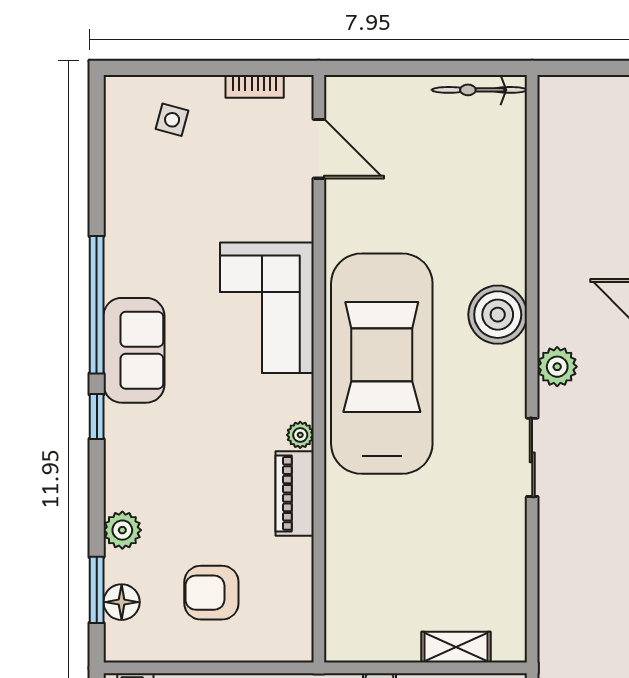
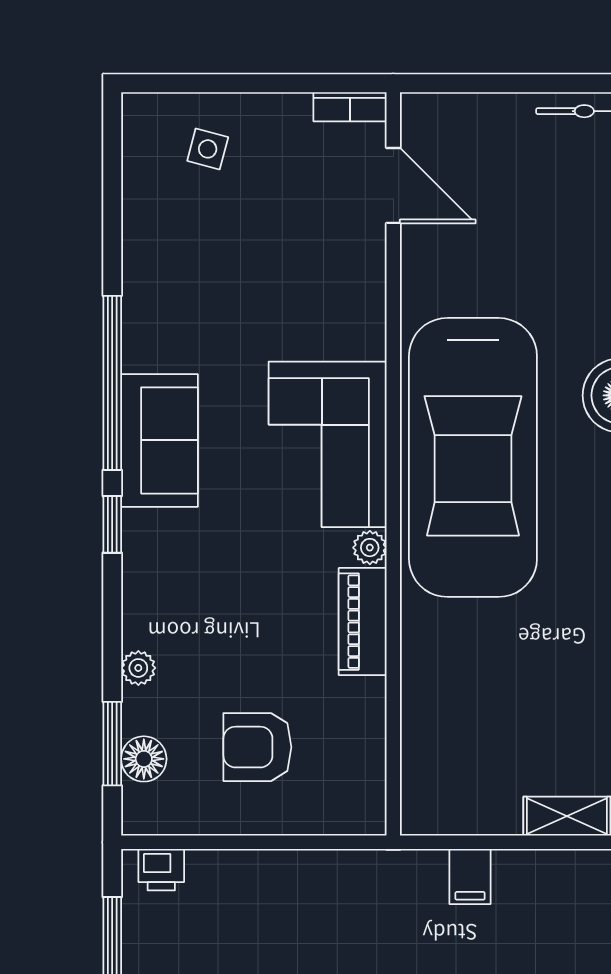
bookcase: (255, 86) -> (350, 107), moved
corner sofa: (267, 308) -> (328, 444), moved
car: (382, 364) -> (473, 457), turned 180
plant: (122, 530) -> (138, 668), width x0.73, depth x0.73

